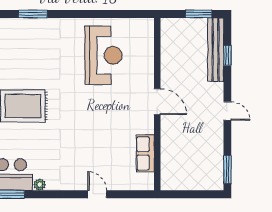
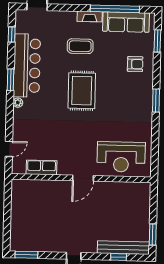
door: (157, 102) -> (83, 178), moved
wall: (157, 104) -> (81, 178), moved
row of seats: (145, 153) -> (41, 167), moved

